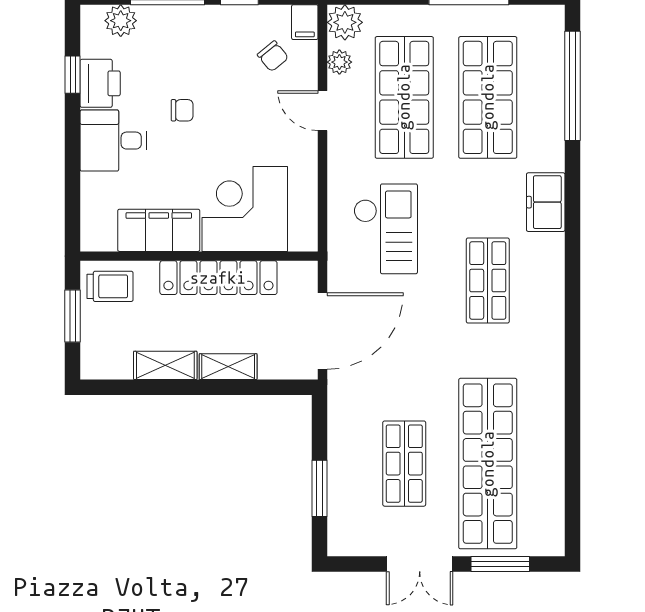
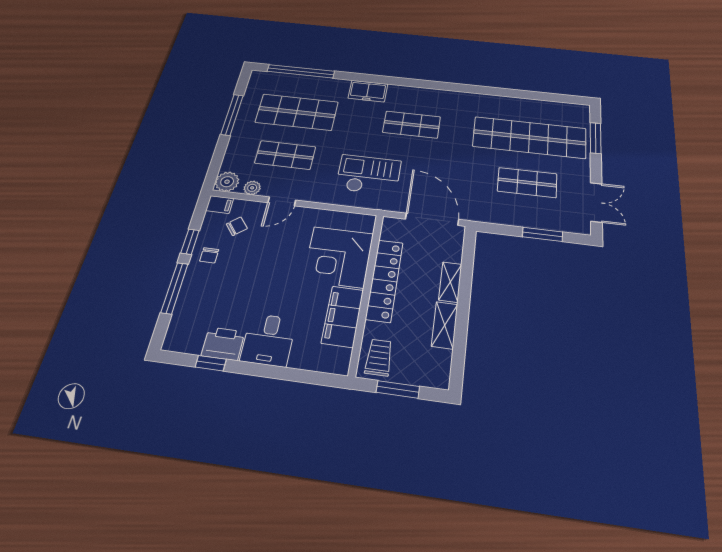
plant: (121, 21) -> (181, 322), removed
shop shelf: (404, 97) -> (285, 155), width x0.70, depth x0.74
chair: (182, 110) -> (209, 255), moved, turned 180
double door: (420, 564) -> (596, 202), moved

